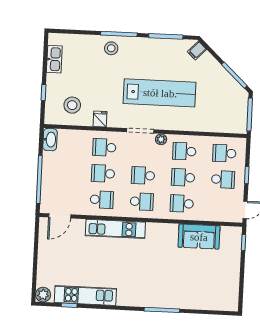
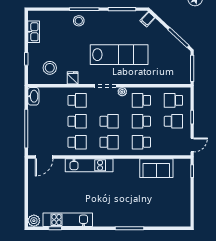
school desk: (104, 147) -> (77, 100), turned 180
school desk: (103, 173) -> (77, 121), turned 180
school desk: (143, 175) -> (109, 121), turned 180

